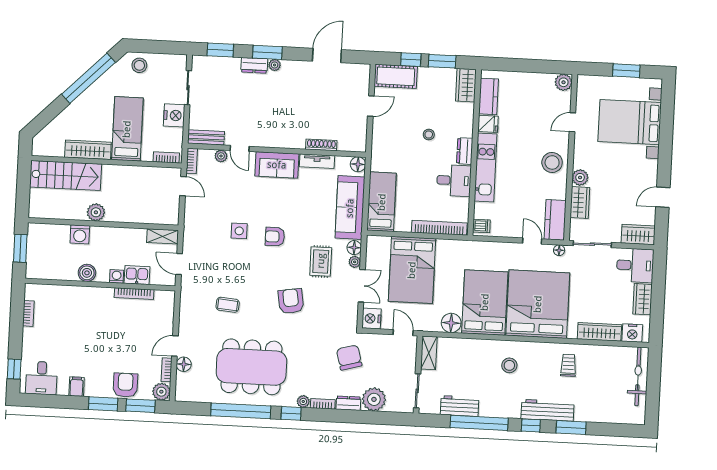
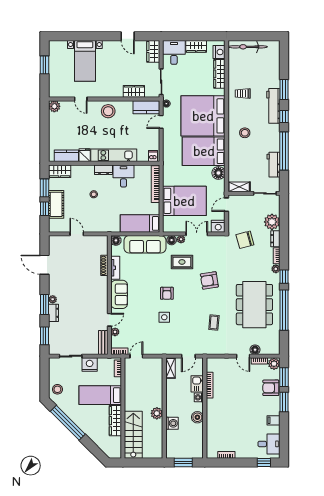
cot: (396, 76) -> (56, 204), moved
bed with nightstands: (630, 122) -> (85, 61), width x0.73
plant: (580, 177) -> (117, 92), removed

